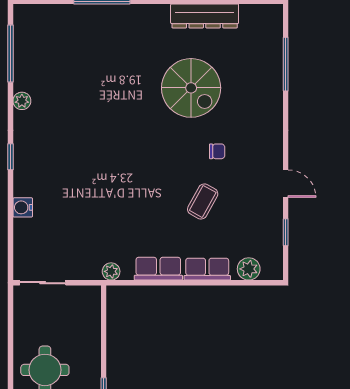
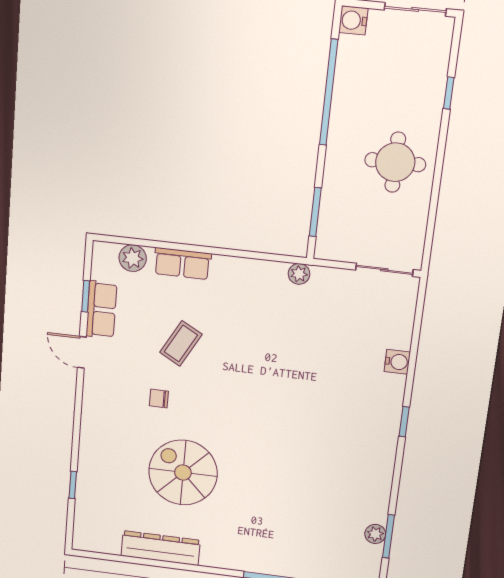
window: (10, 53) -> (388, 536), width x0.69
window: (286, 64) -> (73, 485), width x0.46
plant: (22, 101) -> (375, 534), moved
row of seats: (158, 269) -> (101, 310), moved, turned -90
window: (104, 323) -> (315, 212), added

